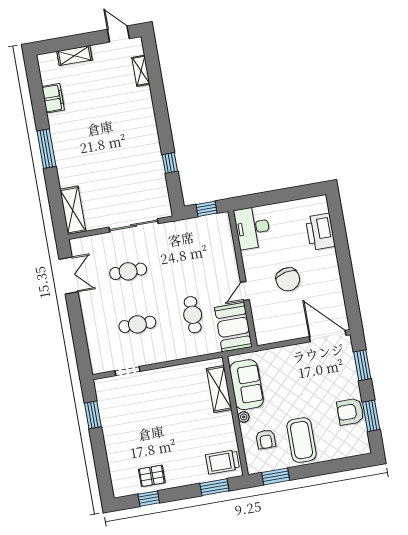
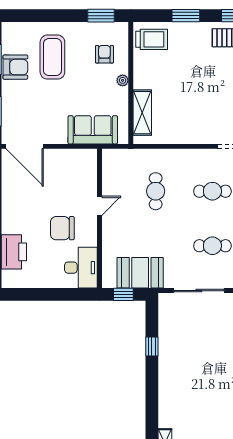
chair: (288, 279) -> (62, 228), moved, turned -78
booth: (233, 327) -> (140, 273), moved, turned 90
sofa: (246, 385) -> (93, 130), moved, turned 90
coffee table: (302, 440) -> (52, 57), moved
window: (214, 487) -> (186, 16), moved

